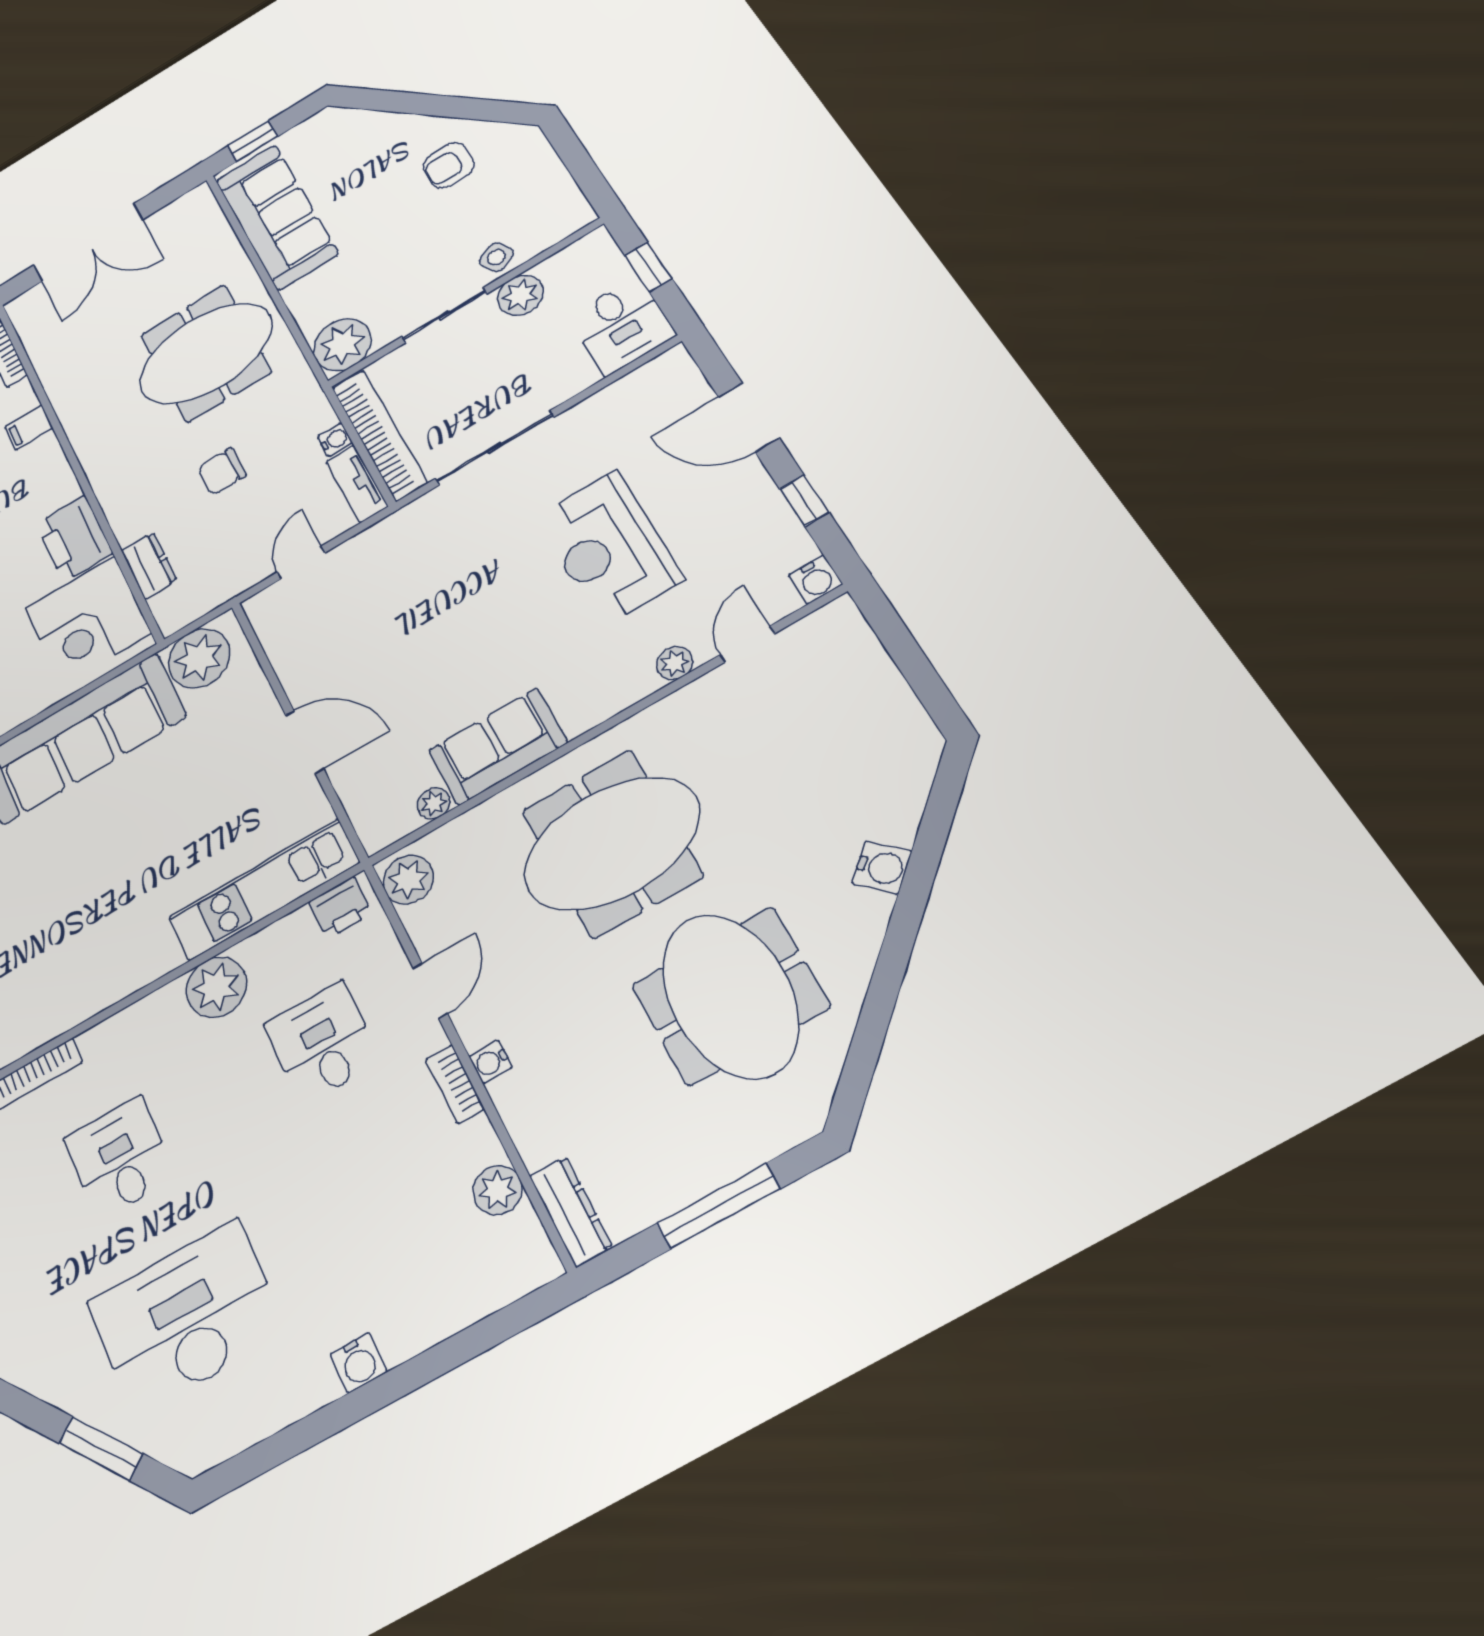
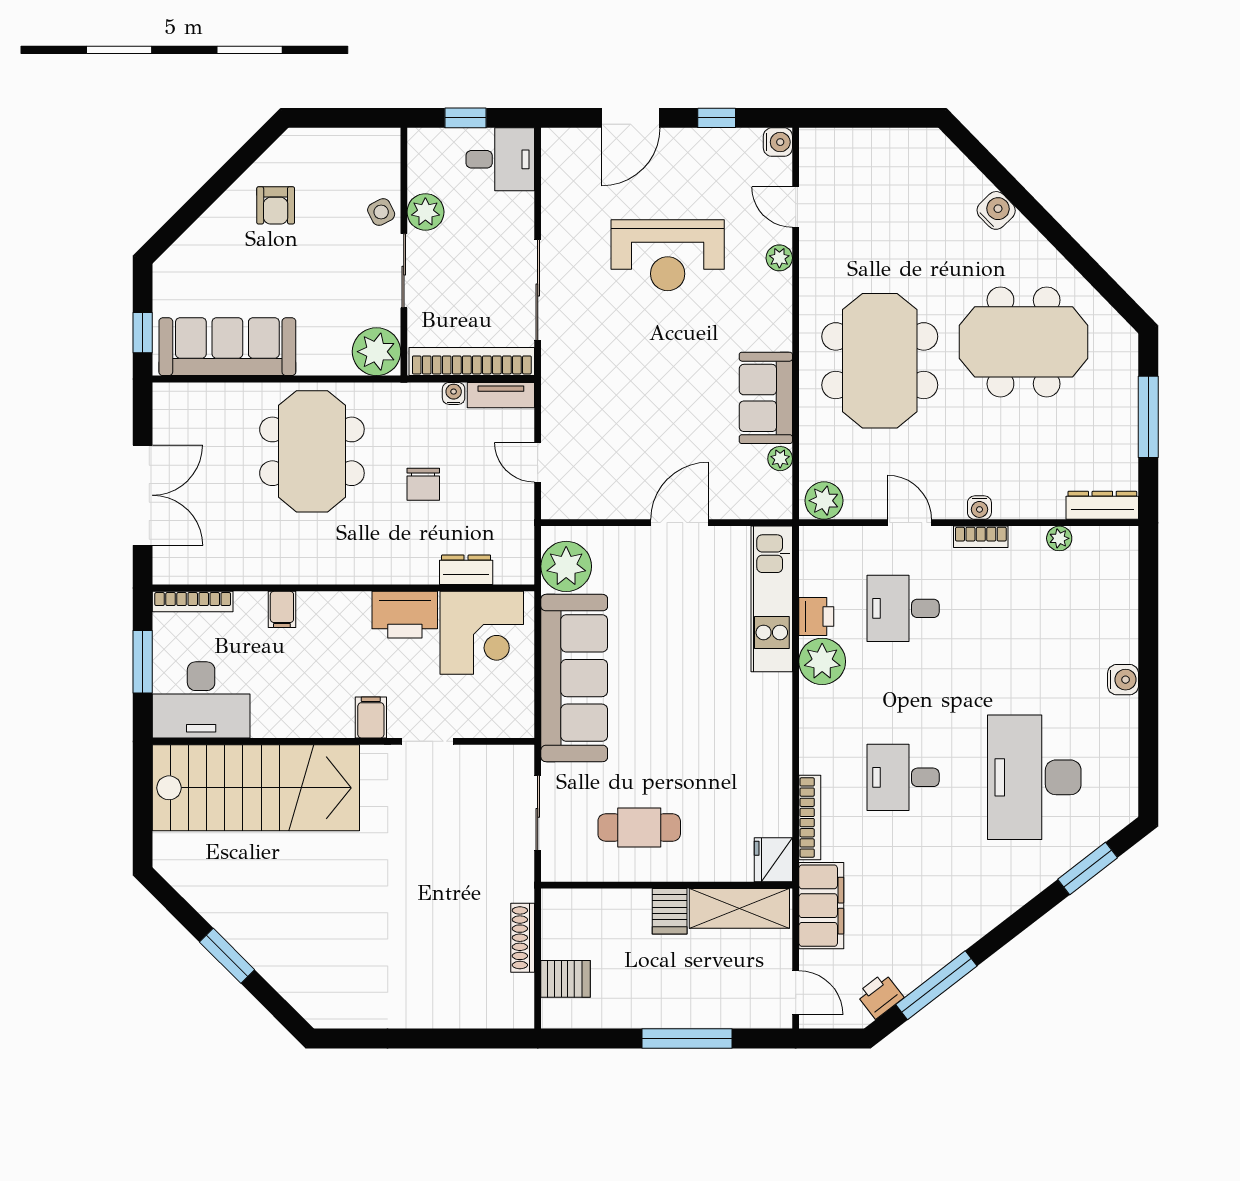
printer: (340, 908) -> (816, 617), moved
plant: (498, 1190) -> (1059, 538), width x0.73, depth x0.73

